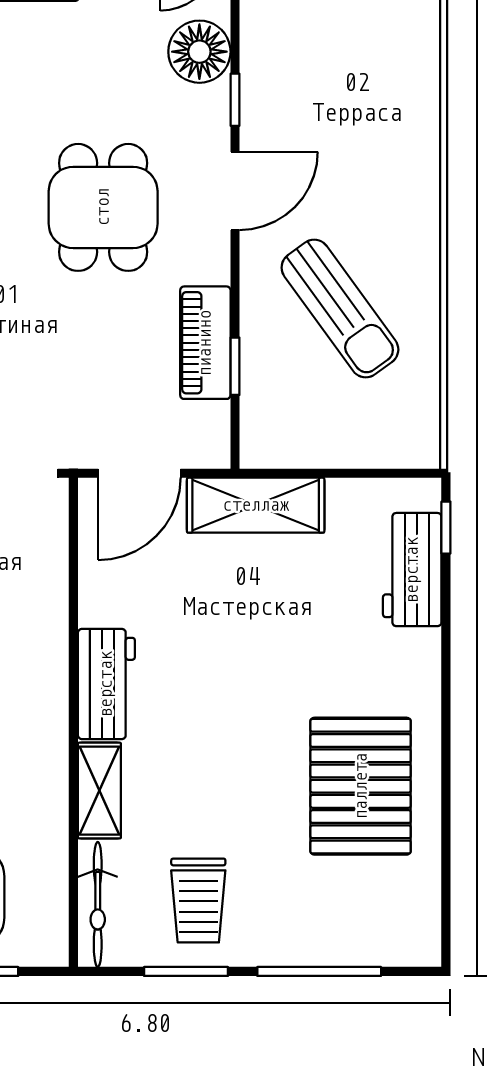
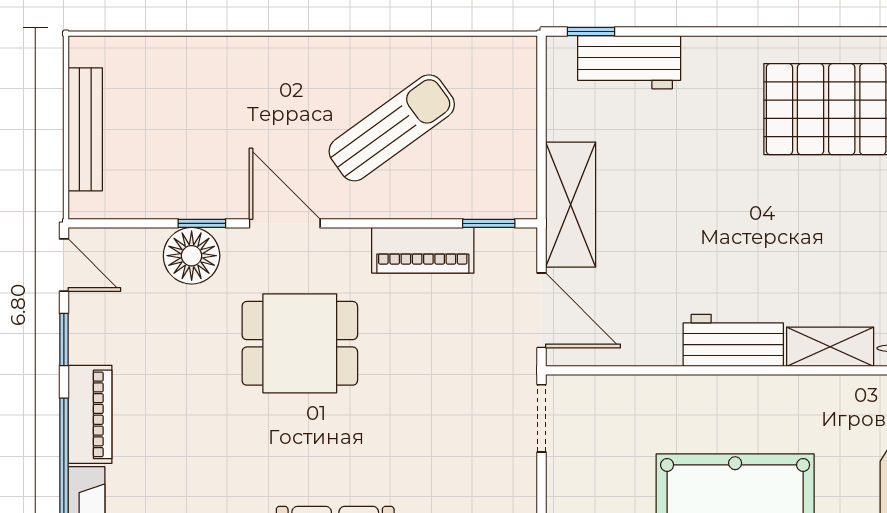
floor lamp: (199, 52) -> (192, 256), moved
window: (235, 366) -> (489, 223), moved

